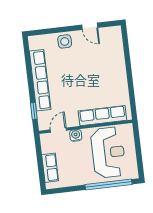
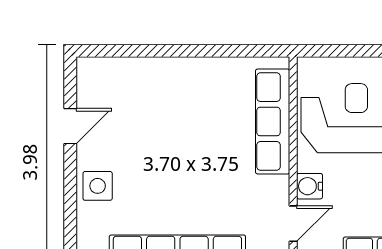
door: (58, 130) -> (293, 224), swing flipped

